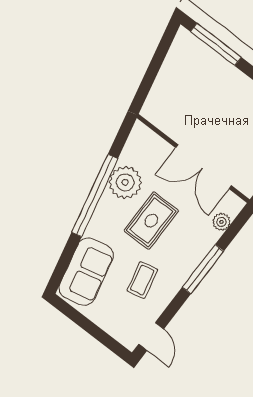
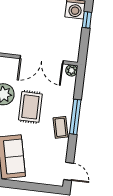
plant: (221, 222) -> (72, 70), moved
coffee table: (142, 280) -> (61, 127), moved

